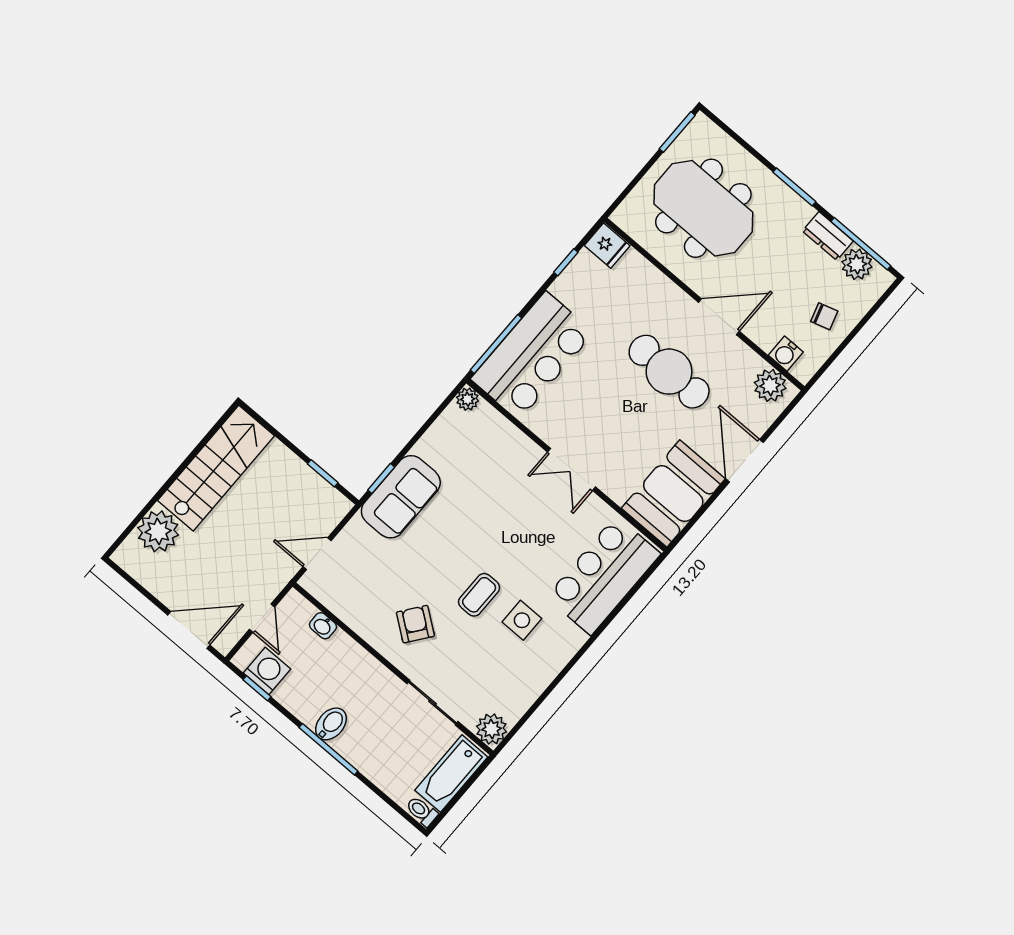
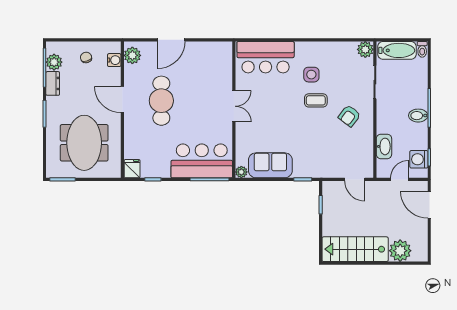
booth: (673, 494) -> (209, 57), removed
sofa: (401, 497) -> (270, 165), moved
washbasin: (323, 626) -> (384, 146), width x1.91, depth x1.45

